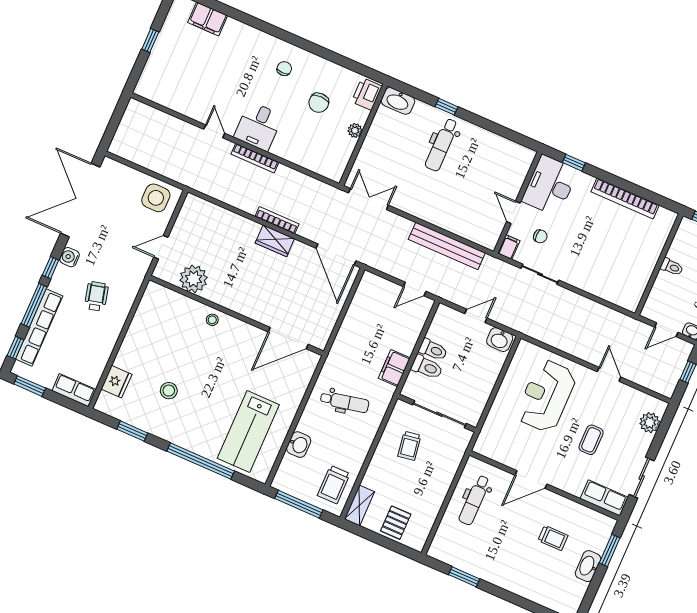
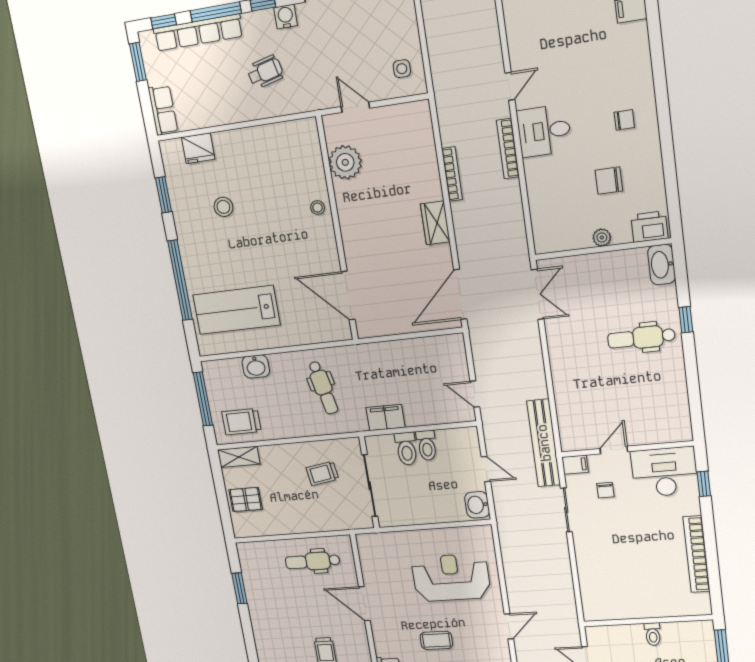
side table: (156, 198) -> (402, 69), width x0.54, depth x0.54
bookcase: (277, 220) -> (452, 174), moved
bench: (447, 246) -> (544, 443), moved

